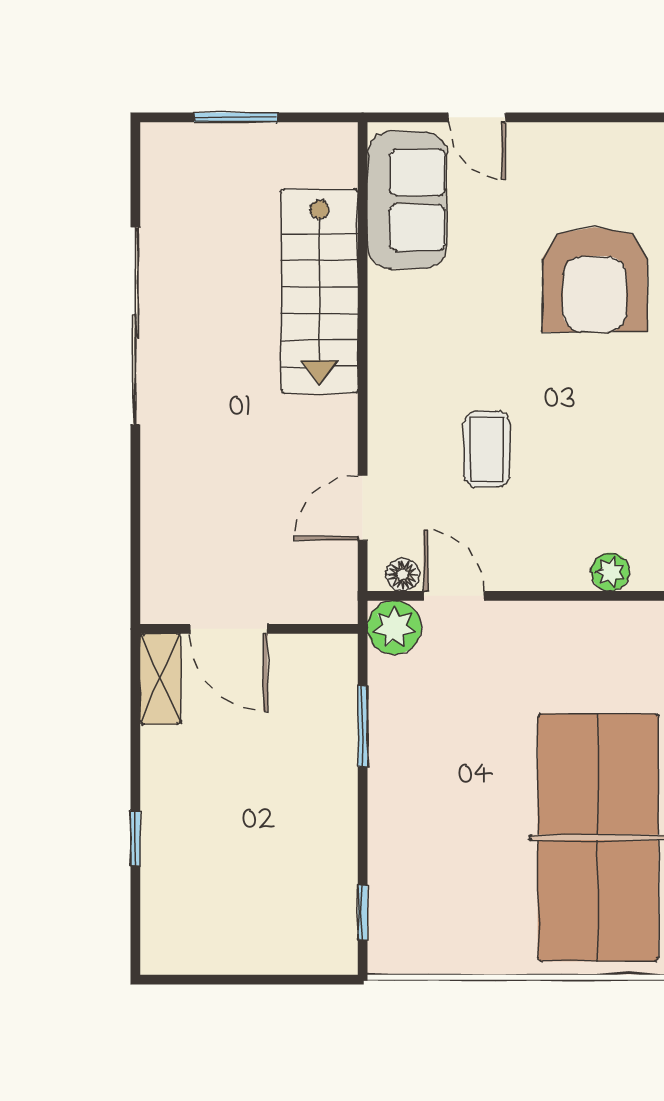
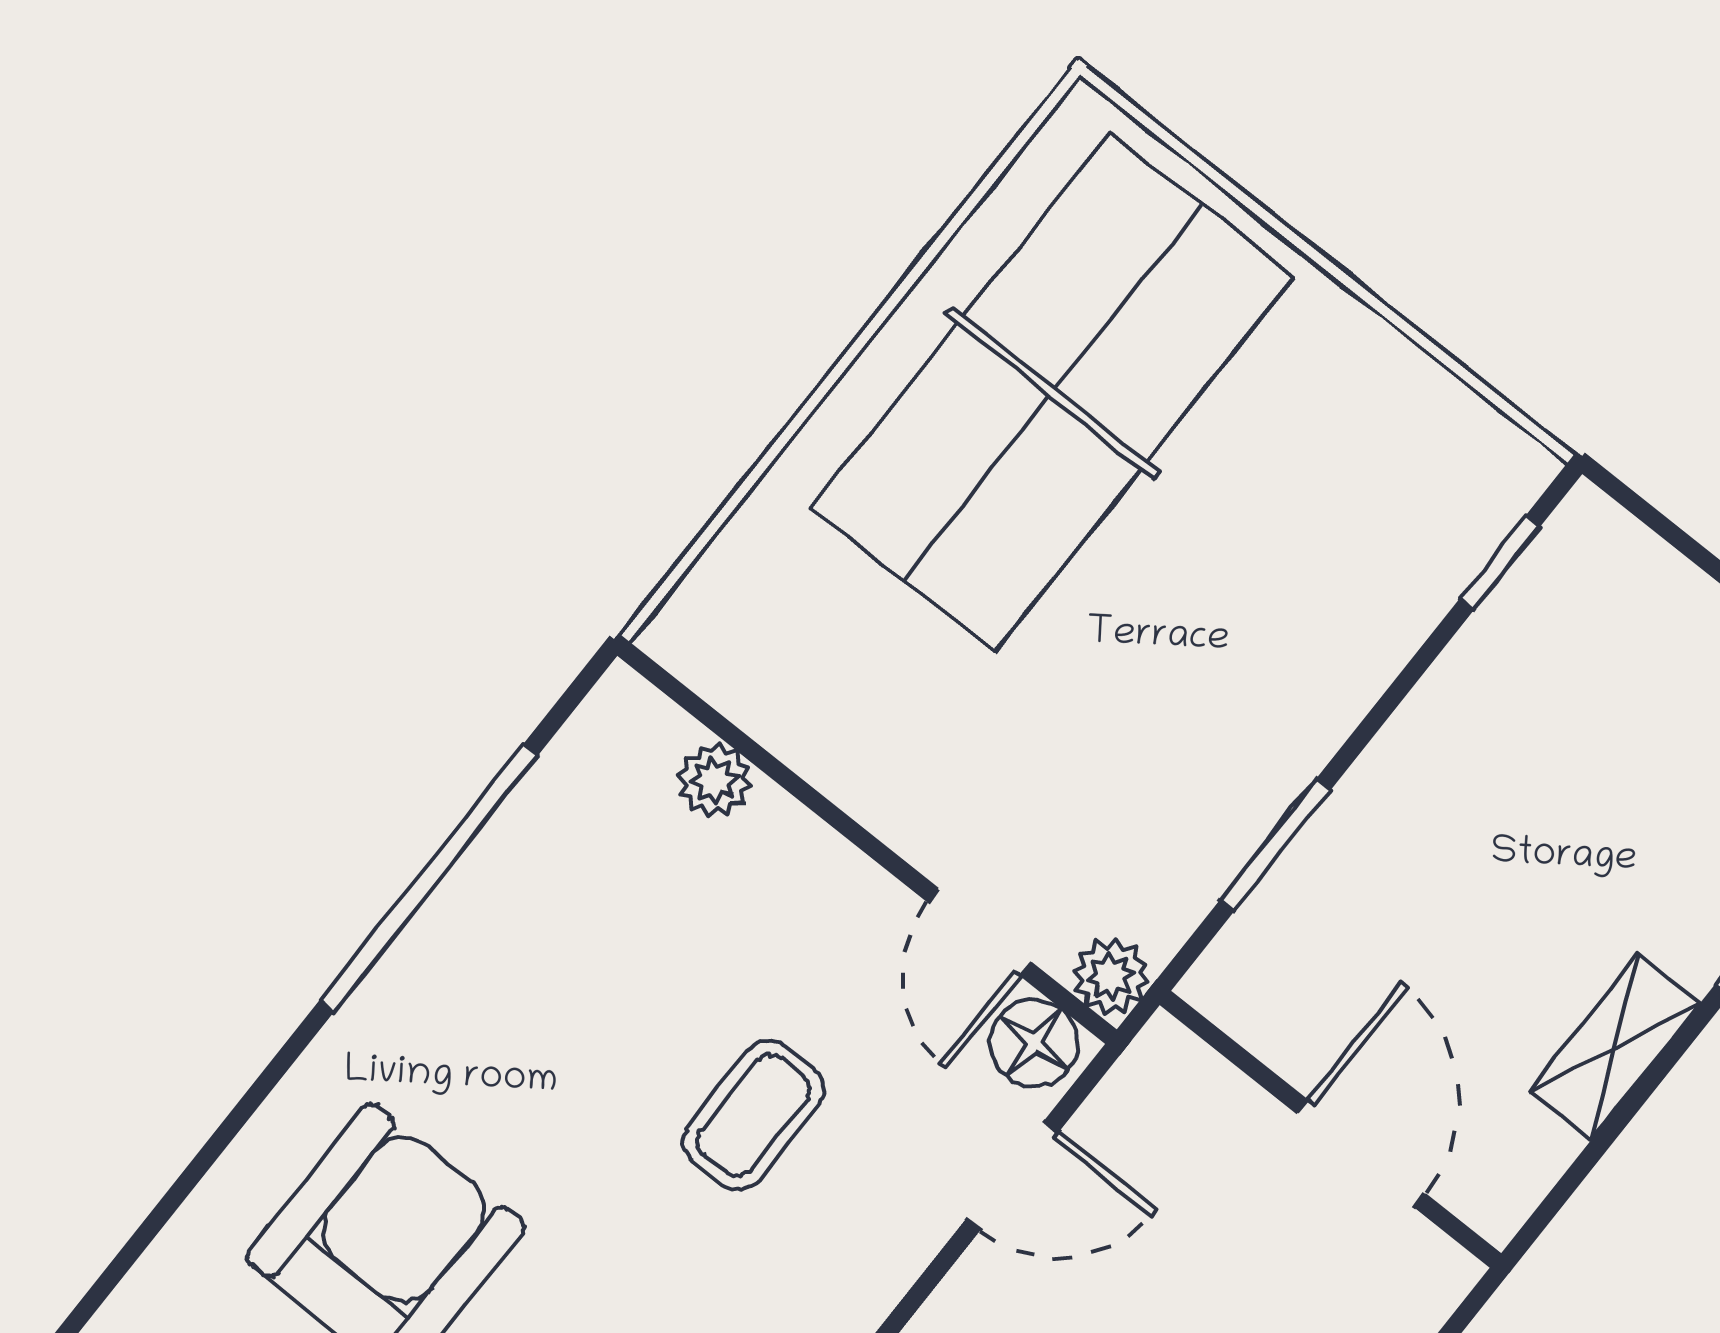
floor lamp: (403, 575) -> (1034, 1043), width x1.37, depth x1.37
plant: (394, 627) -> (1111, 976), width x0.73, depth x0.73
shelving: (160, 679) -> (1615, 1047), moved

